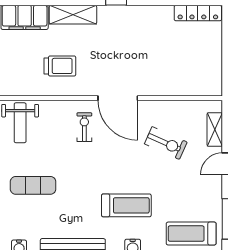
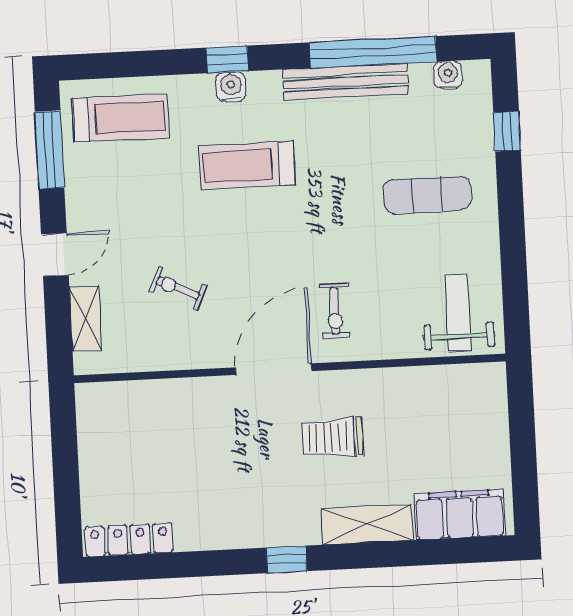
trolley: (60, 66) -> (332, 437), moved
door: (118, 98) -> (274, 369), hinge flipped
exercise bike: (166, 143) -> (178, 288), width x0.73, depth x0.72

